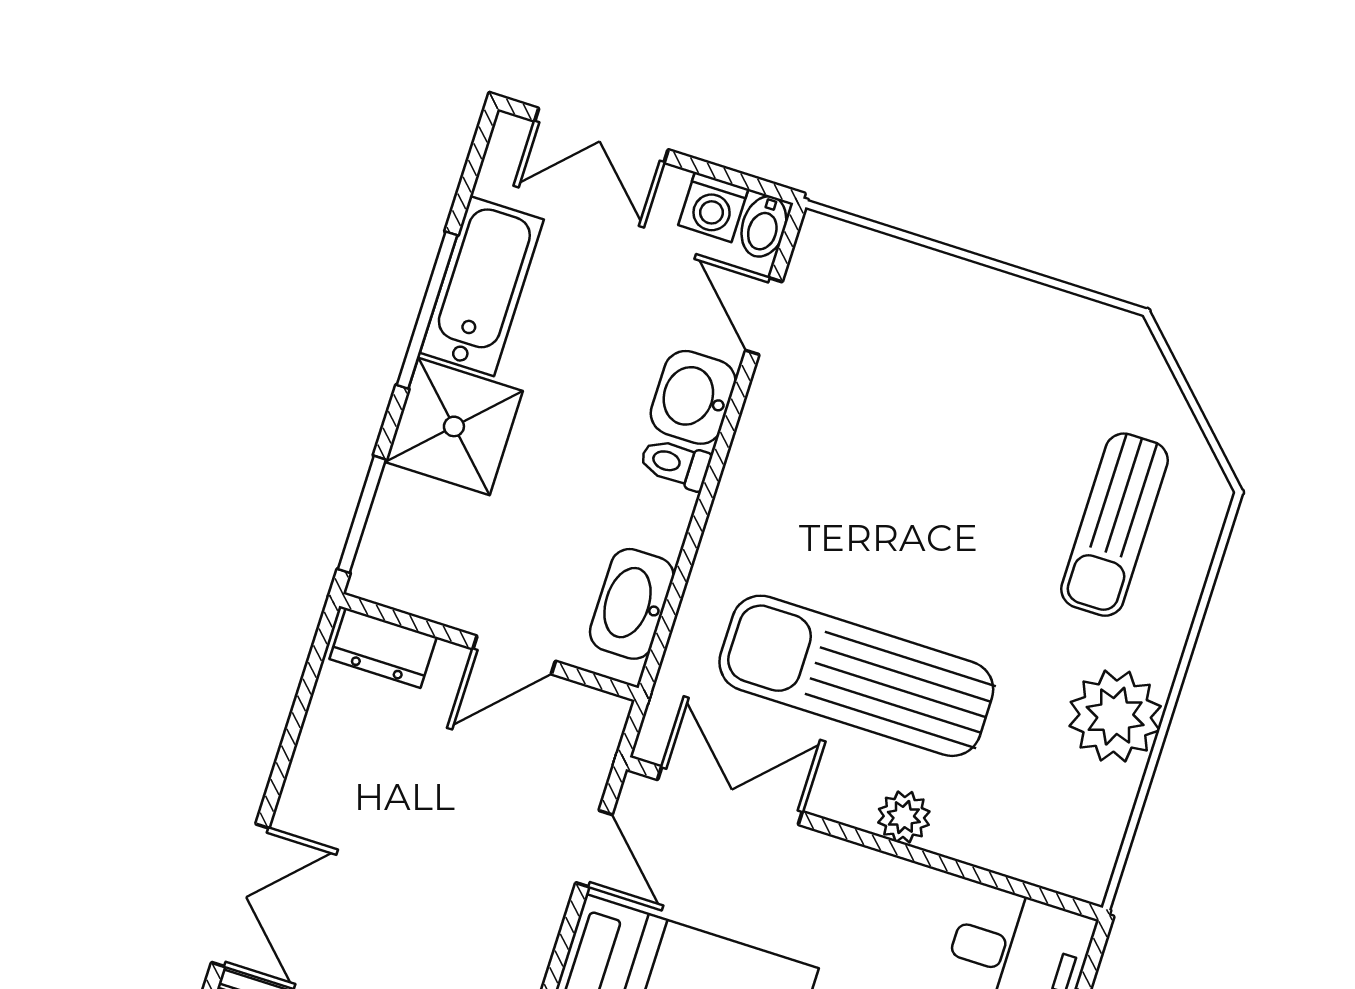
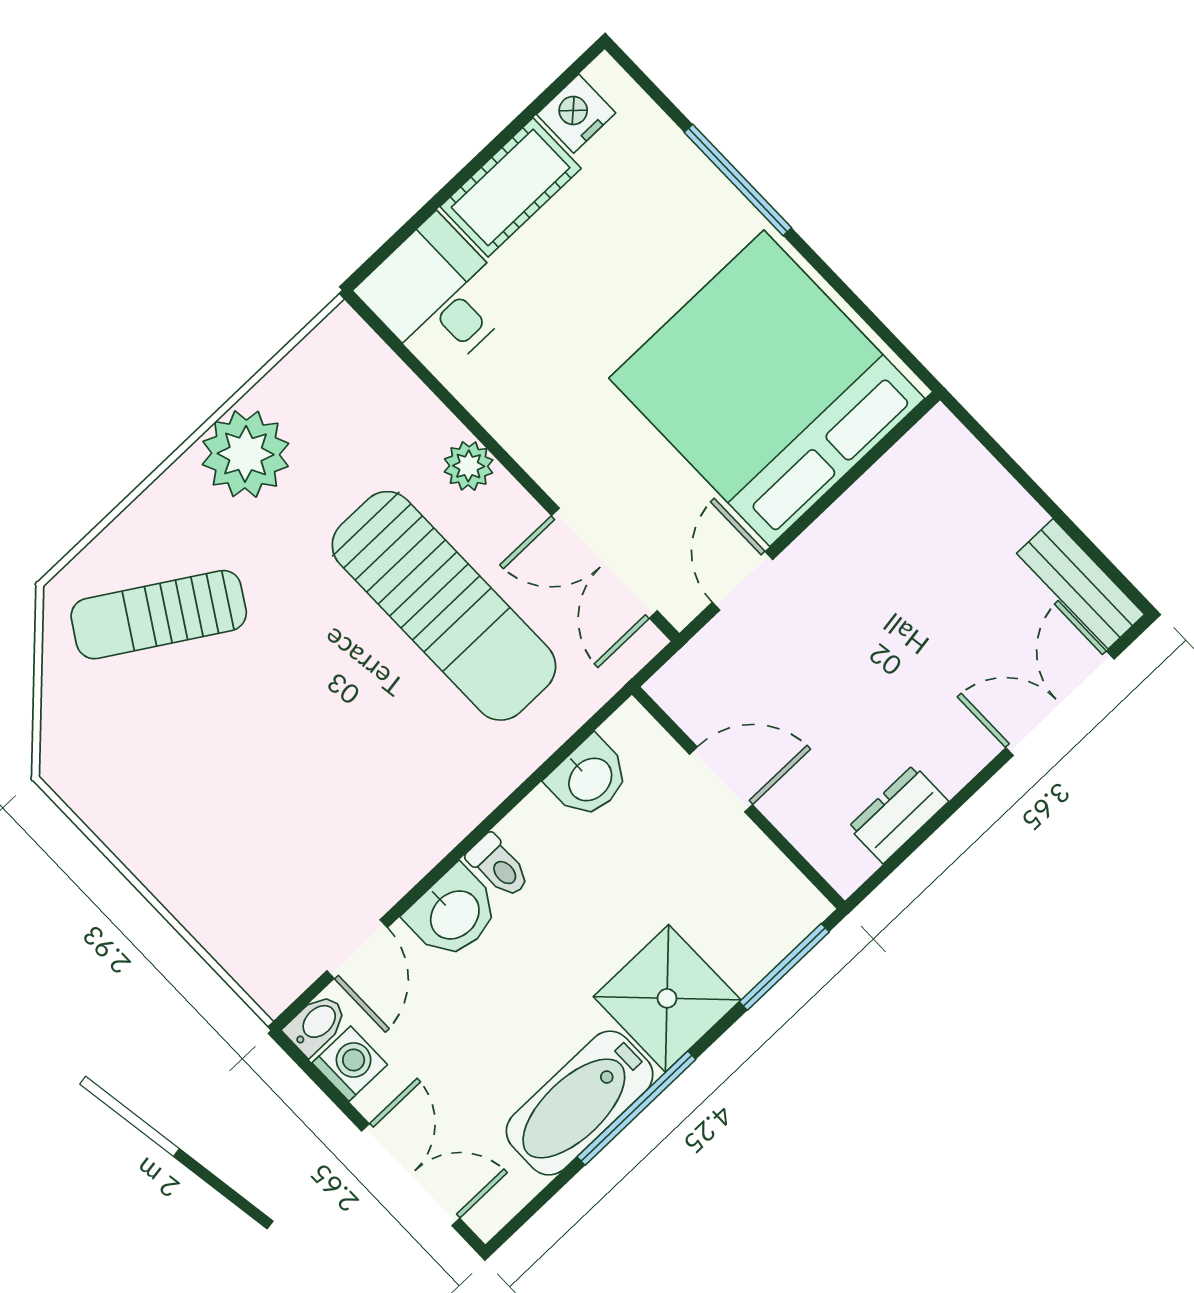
sun lounger: (1114, 525) -> (159, 615), turned -148
washbasin: (632, 604) -> (589, 778), width x0.72
dresser: (383, 648) -> (898, 814), moved, turned -90

